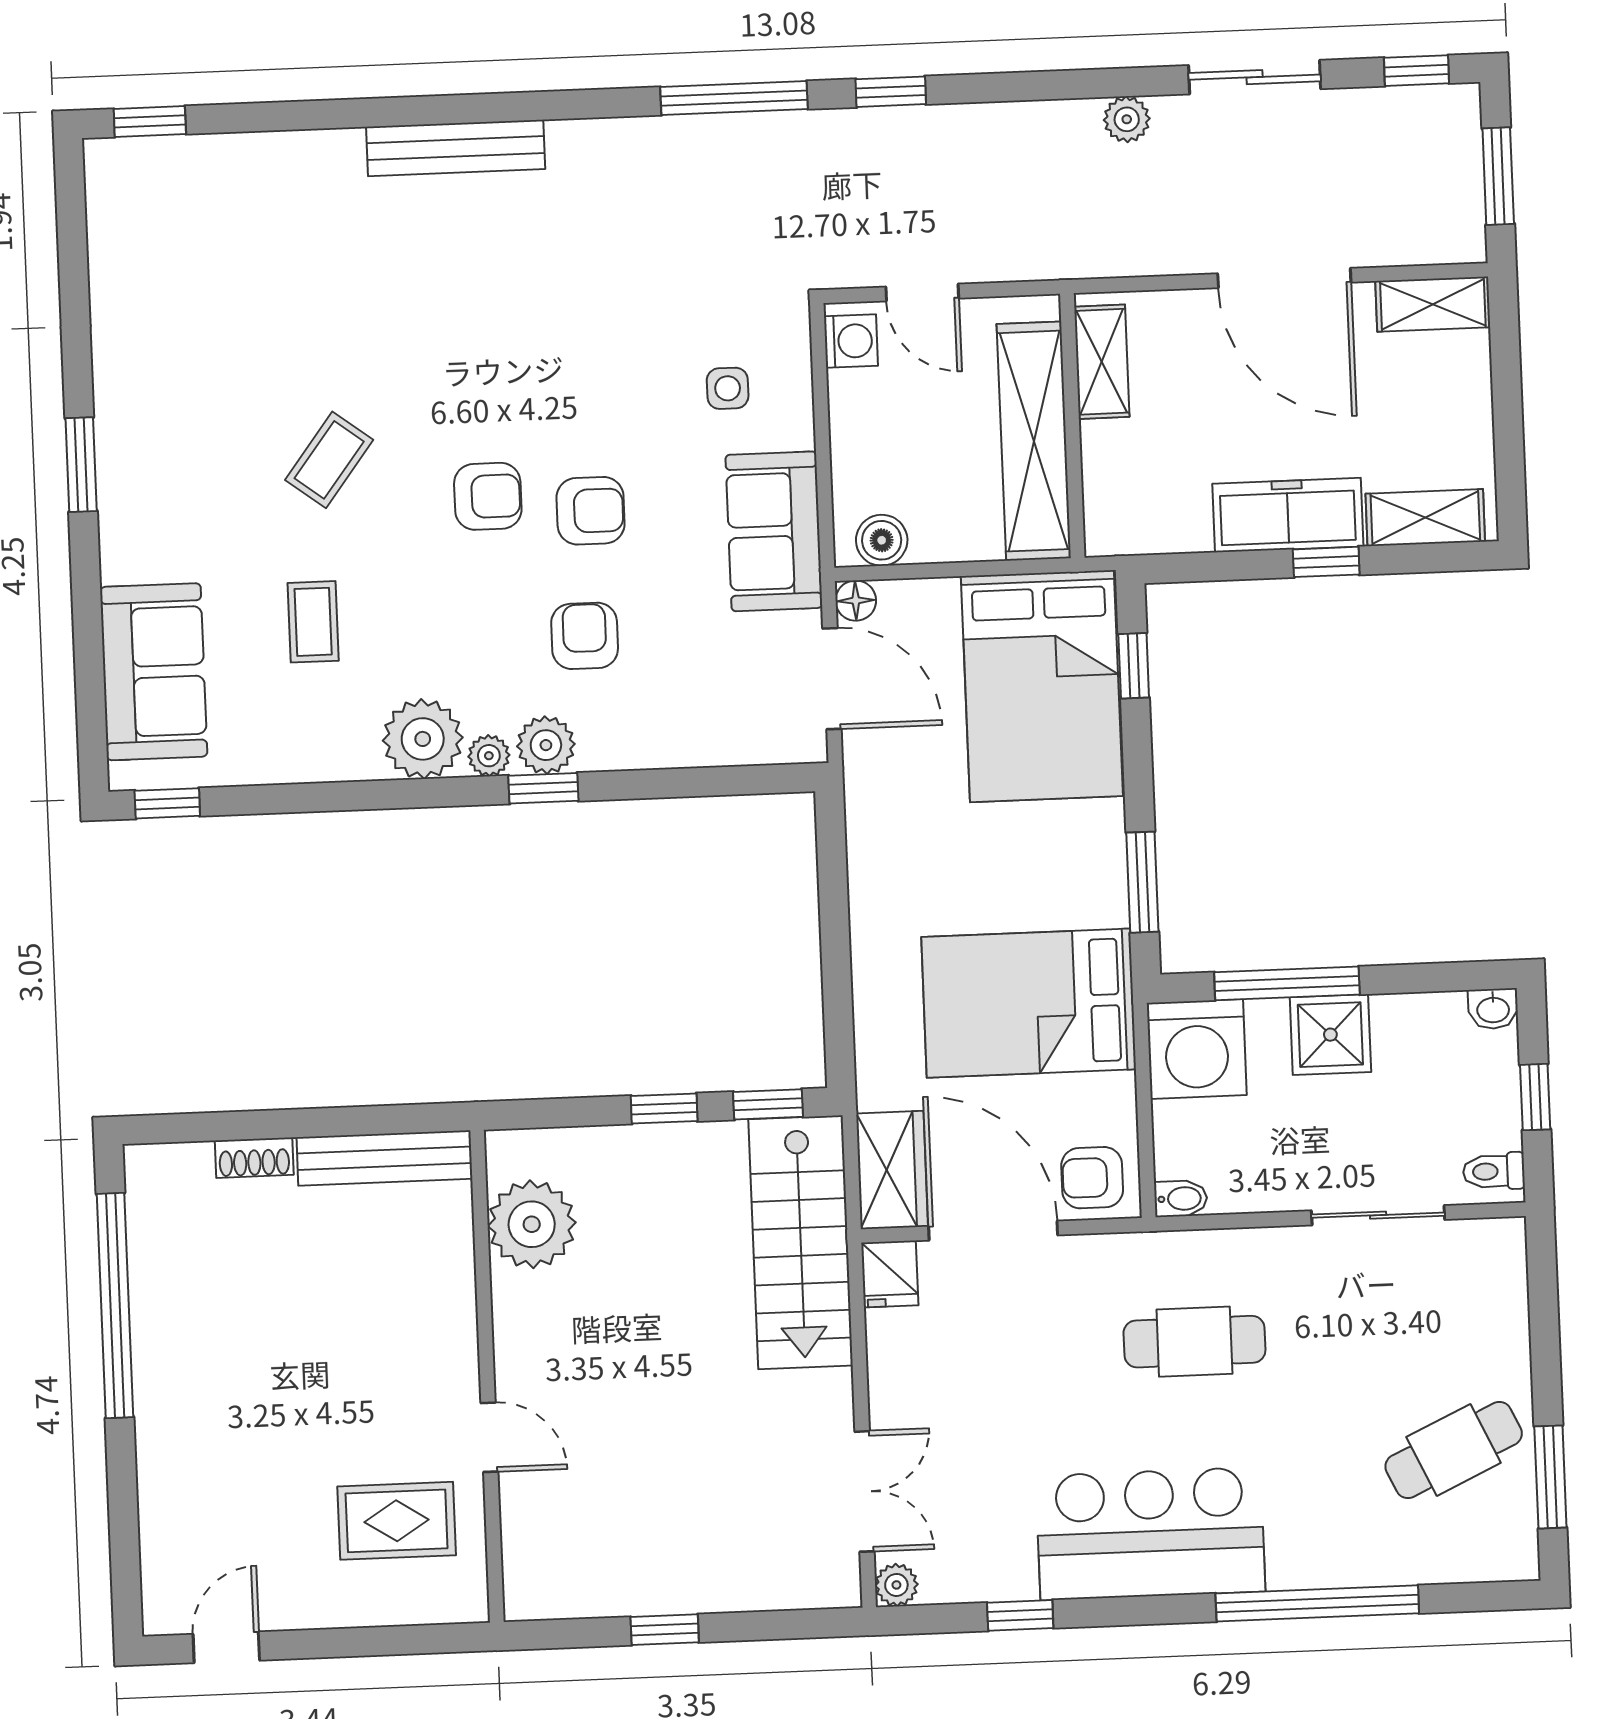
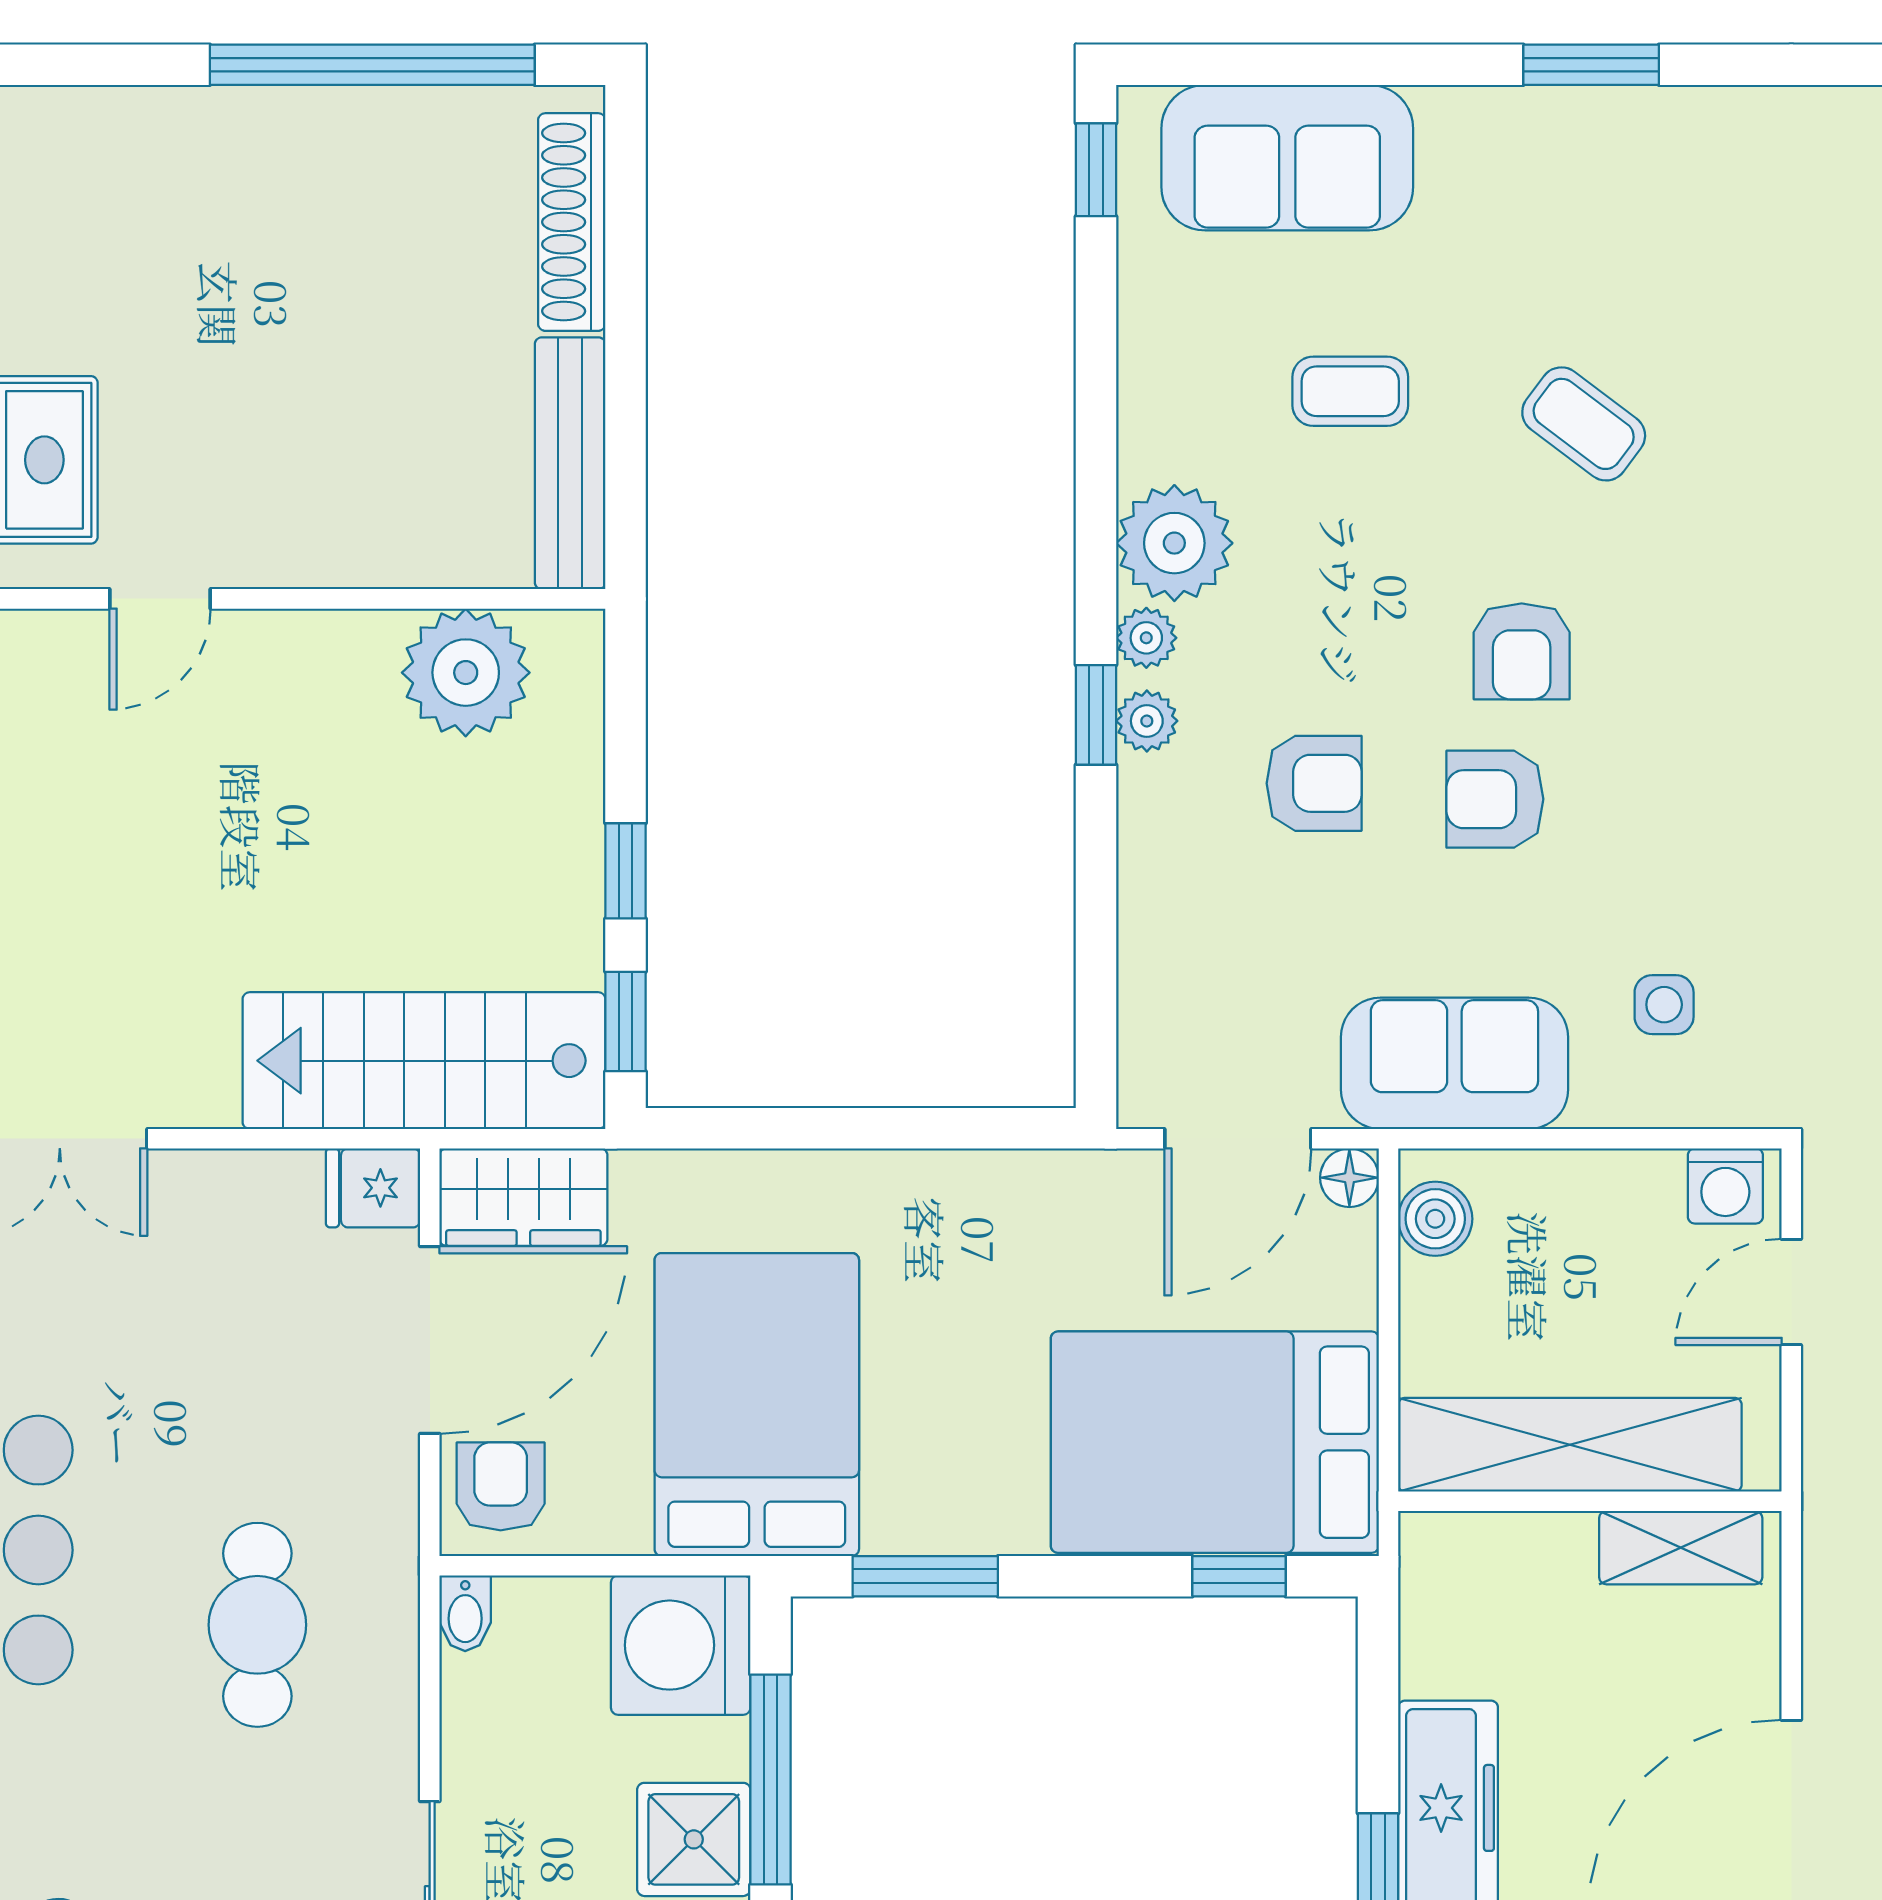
armchair: (591, 511) -> (1495, 799), turned 90
plant: (546, 745) -> (1147, 721), width x0.73, depth x0.73
shoe rack: (254, 1158) -> (572, 222), width x1.94, depth x1.24

